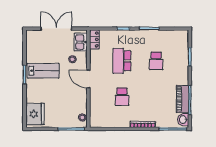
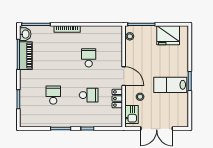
locker: (94, 39) -> (117, 99), moved
school desk: (122, 61) -> (89, 95), width x0.54
fridge: (35, 114) -> (168, 35), moved, turned -90

